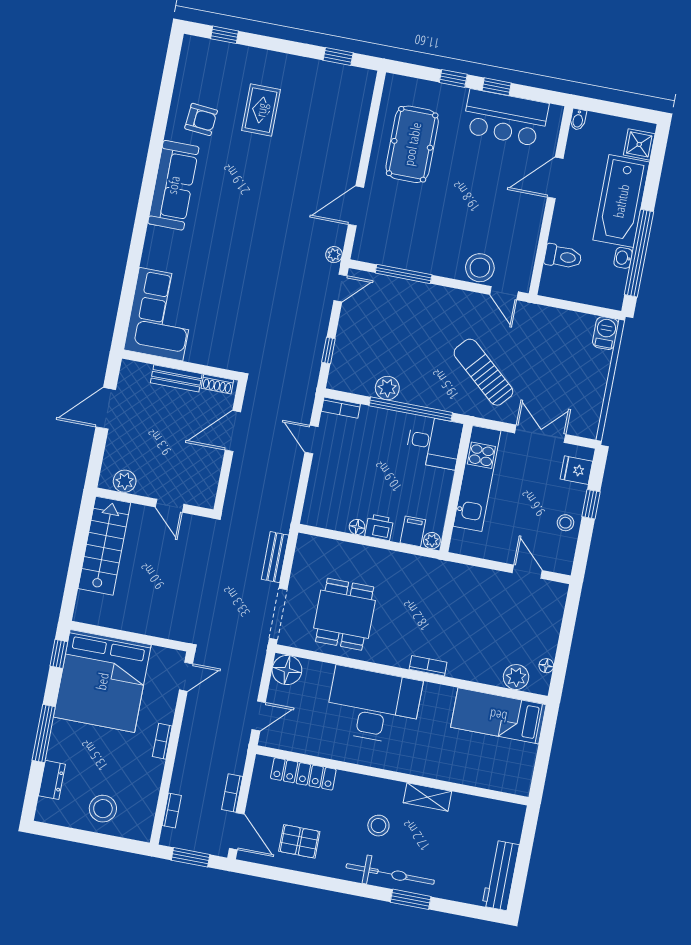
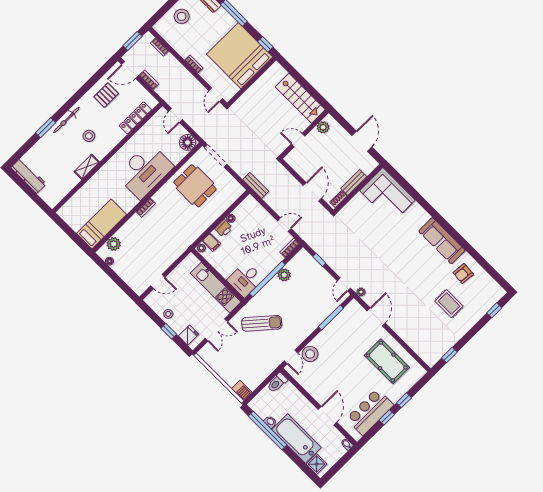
toilet: (563, 257) -> (277, 383), moved
door: (504, 293) -> (291, 357), swing flipped
bench: (275, 557) -> (256, 185), moved
bicycle: (390, 874) -> (66, 120), width x0.73, depth x0.71

